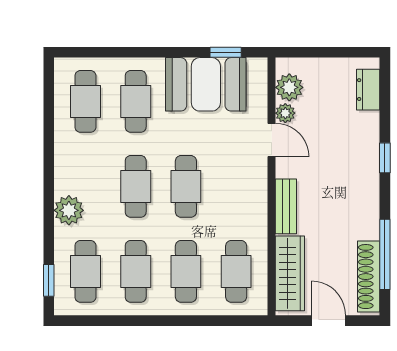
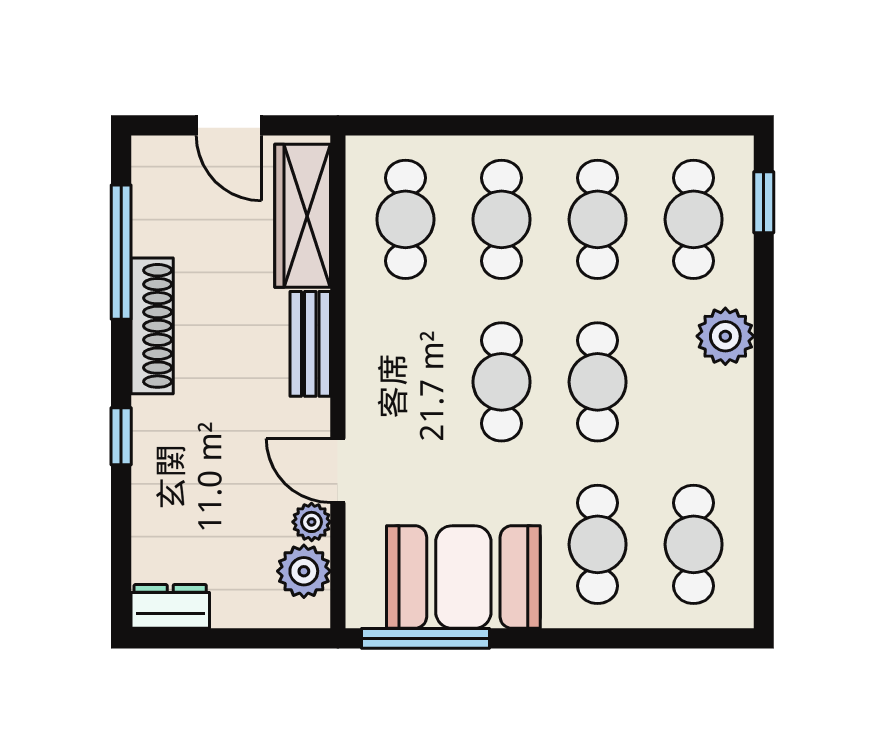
window: (226, 52) -> (426, 638), width x2.17
dresser: (368, 90) -> (170, 606), moved, turned -90
shoe rack: (369, 277) -> (152, 326), moved

